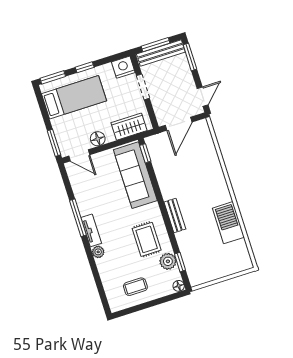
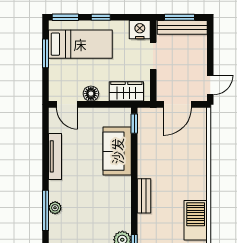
window: (190, 57) -> (210, 41), removed
window: (54, 143) -> (46, 53), moved
sofa: (135, 175) -> (117, 151), width x0.73
window: (78, 218) -> (46, 210), moved
tv unit: (91, 230) -> (55, 156), moved, width x1.41
rug: (147, 239) -> (108, 211), removed

